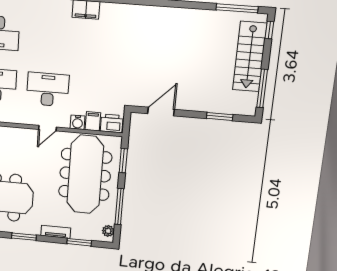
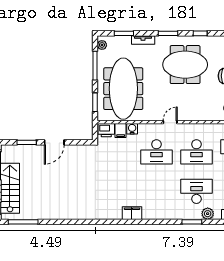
door: (161, 112) -> (54, 142), moved
door: (48, 128) -> (170, 122), moved

